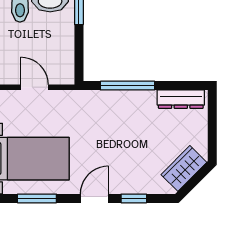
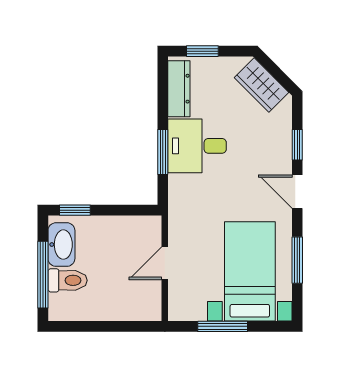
window: (128, 86) -> (163, 152), width x0.69
desk: (133, 114) -> (197, 146), added
window: (212, 119) -> (202, 51), added

